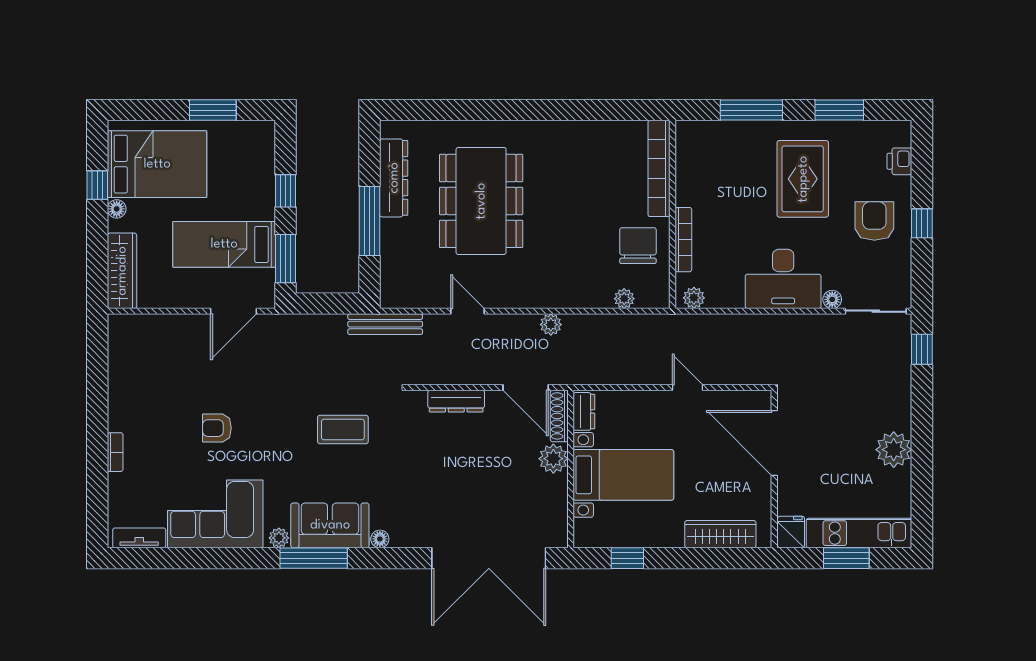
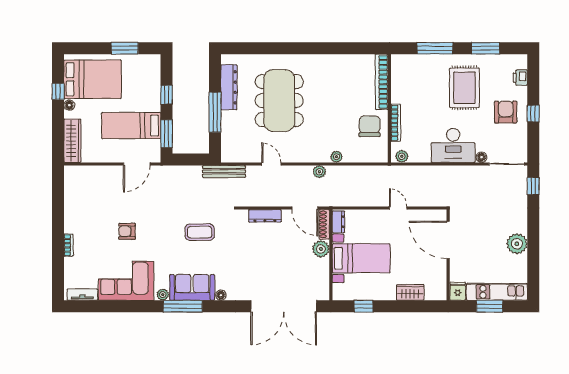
plant: (624, 299) -> (336, 157), moved
wardrobe: (720, 534) -> (410, 292), width x0.67

